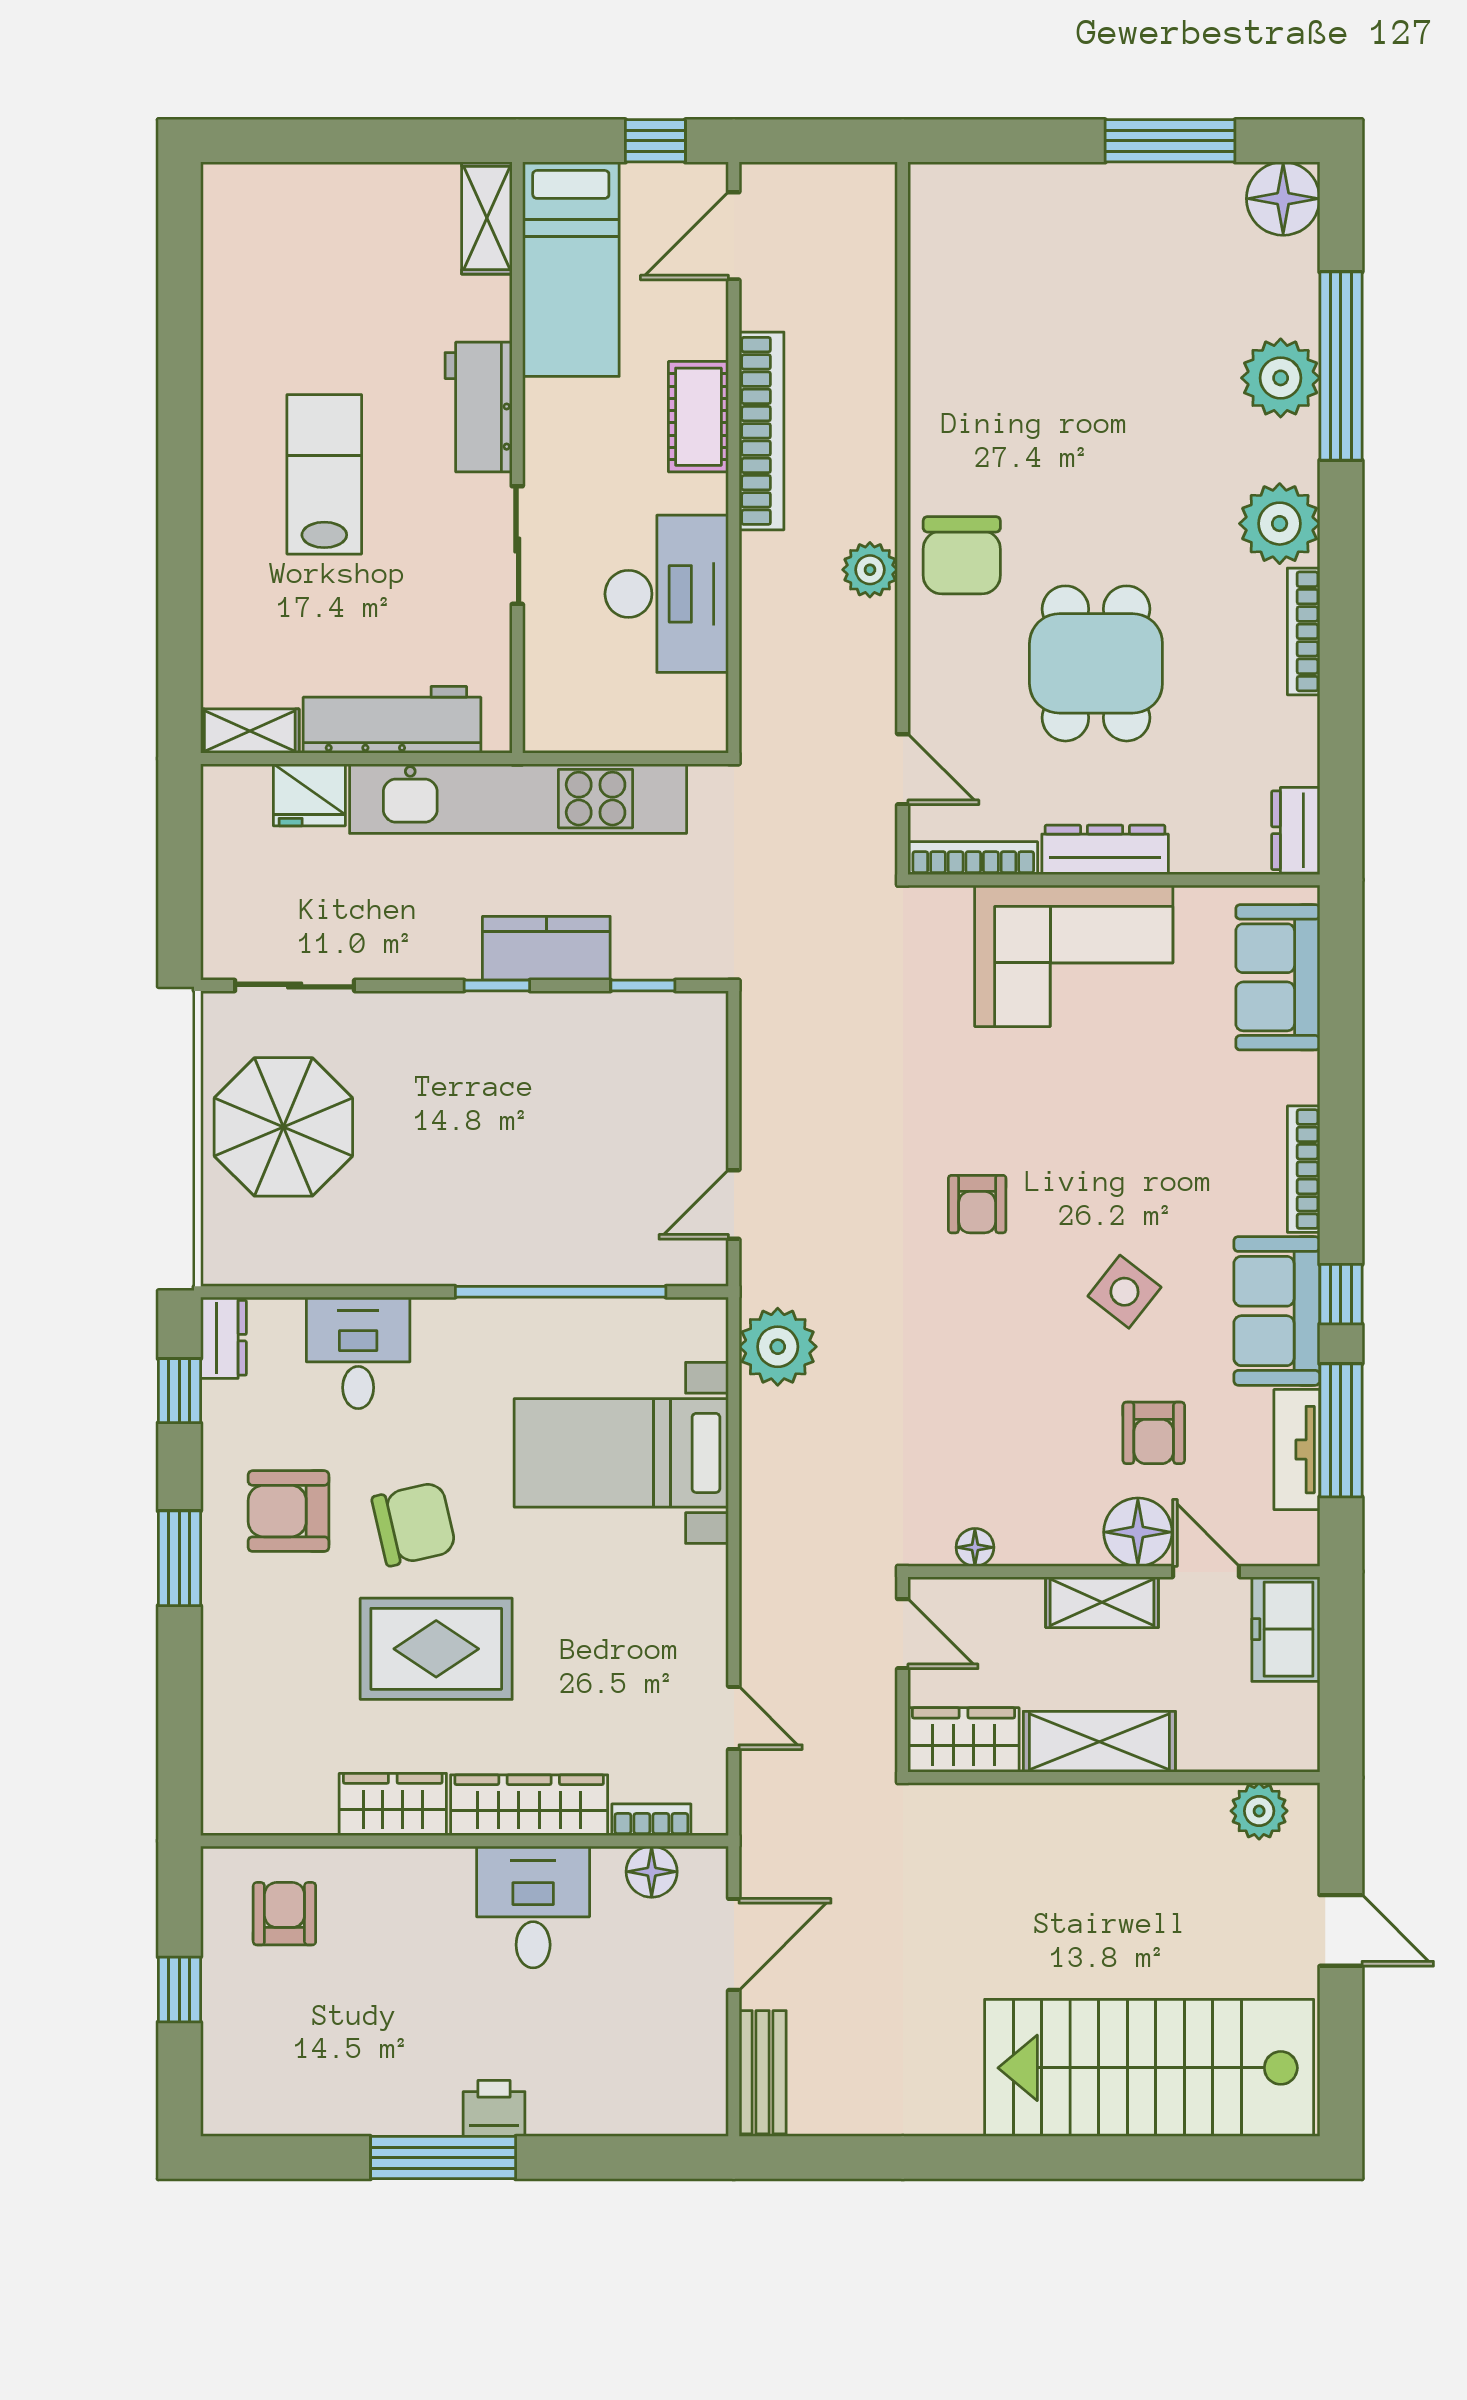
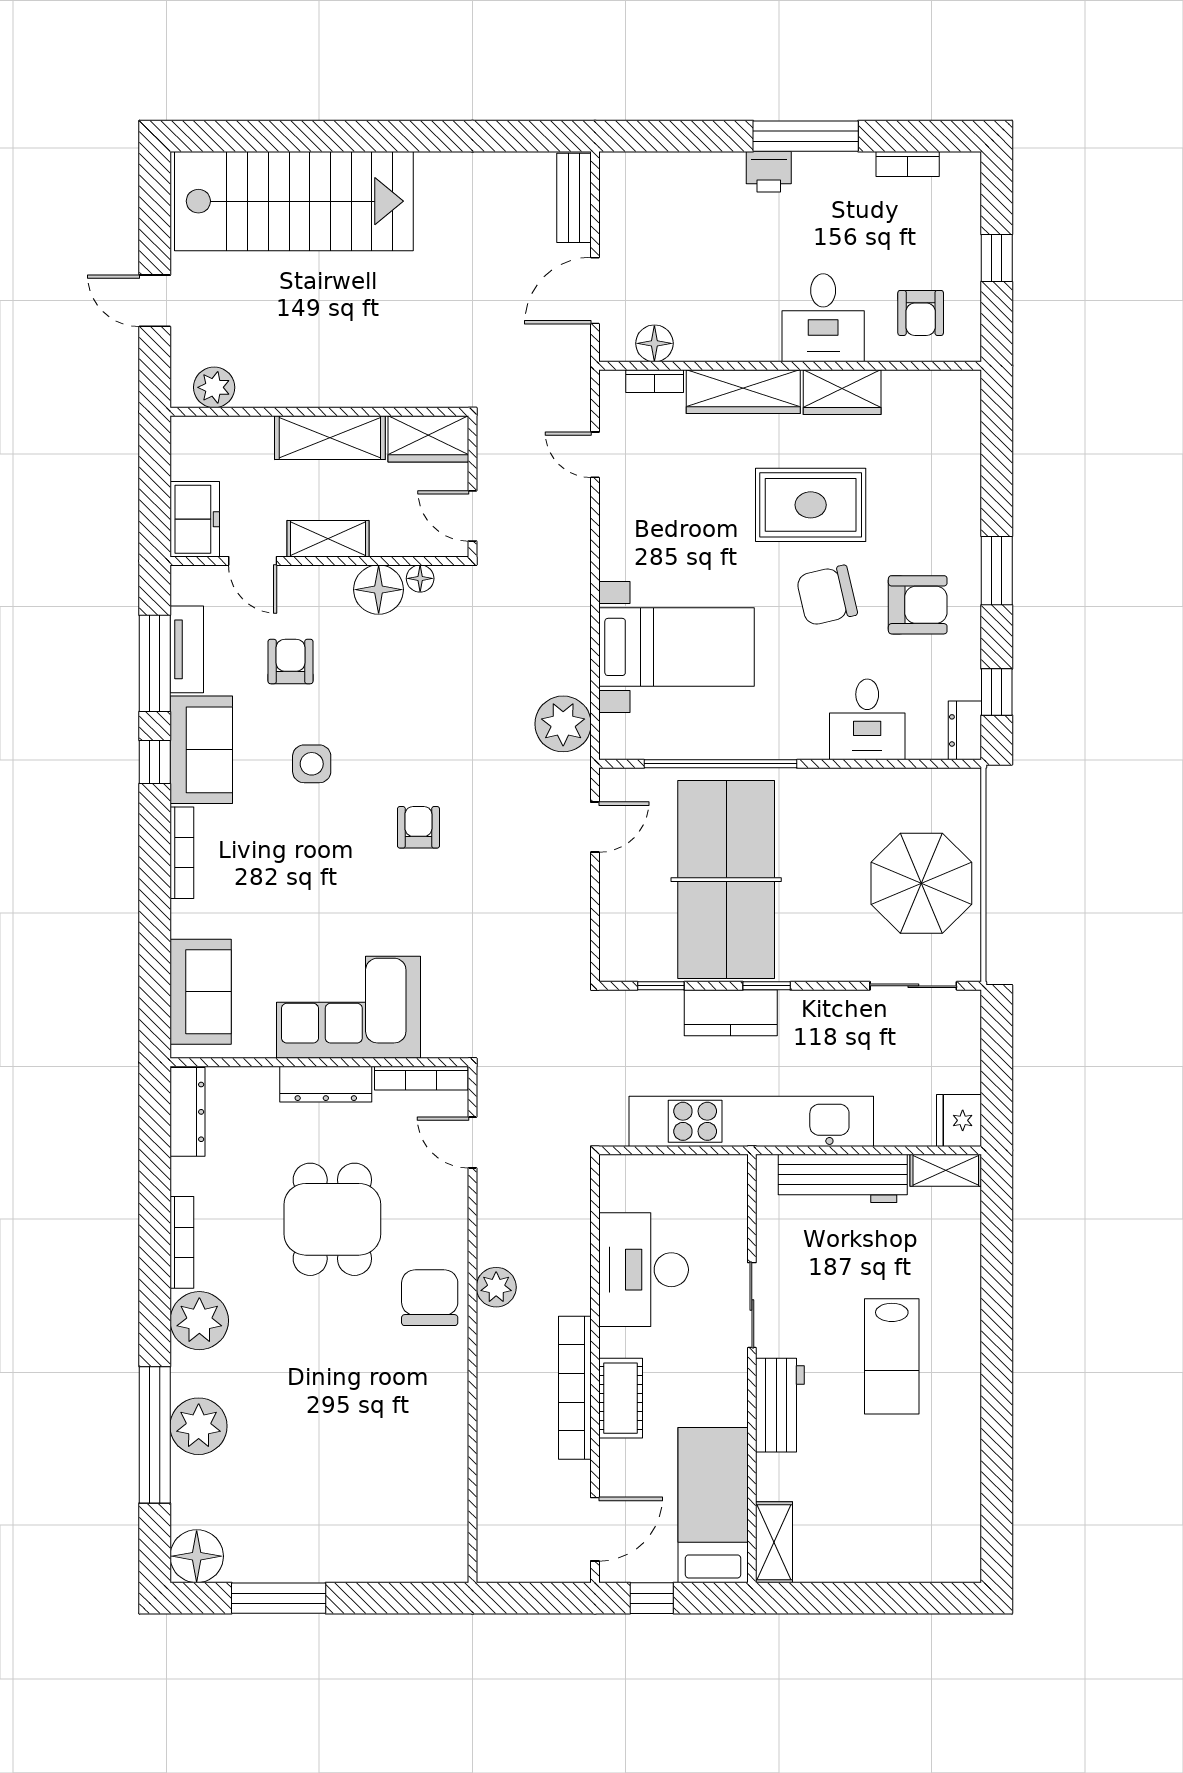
fridge: (309, 795) -> (959, 1120), moved, turned -90
dresser: (1296, 830) -> (188, 1112), width x1.44
table tennis table: (553, 1132) -> (726, 880), added
side table: (1124, 1292) -> (312, 764), turned -38
floor lamp: (1138, 1532) -> (379, 590), moved
desk: (533, 1907) -> (823, 318), moved
bookcase: (302, 2119) -> (908, 164), added

